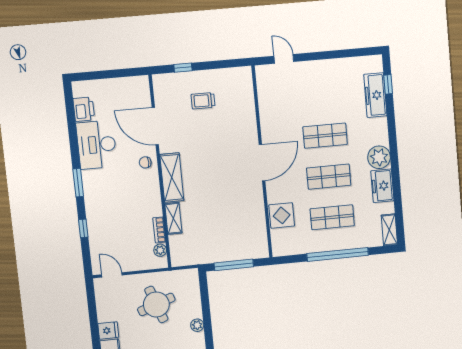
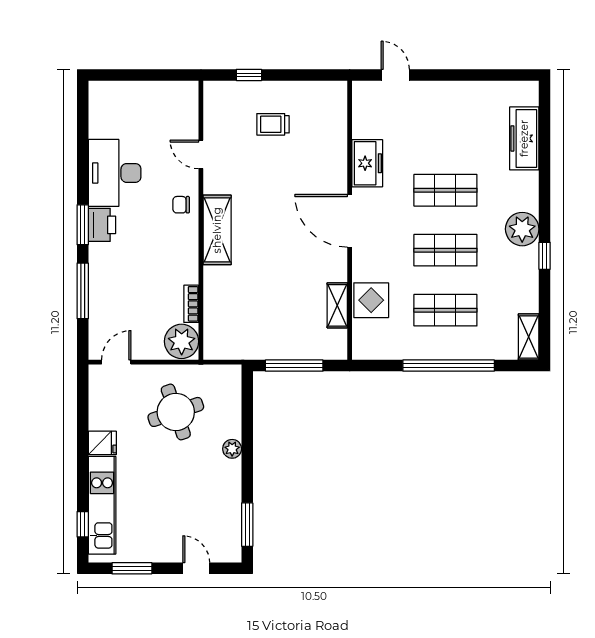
window: (388, 84) -> (545, 256), moved
printer: (84, 109) -> (102, 225), moved
door: (155, 126) -> (201, 154), width x0.53
door: (262, 163) -> (350, 221), swing flipped
freezer: (382, 186) -> (367, 163), moved, turned 180
shelving: (173, 218) -> (337, 305), moved
window: (83, 228) -> (83, 291), width x2.17
plant: (160, 250) -> (182, 341), width x1.88, depth x1.88
door: (112, 275) -> (116, 362), hinge flipped

